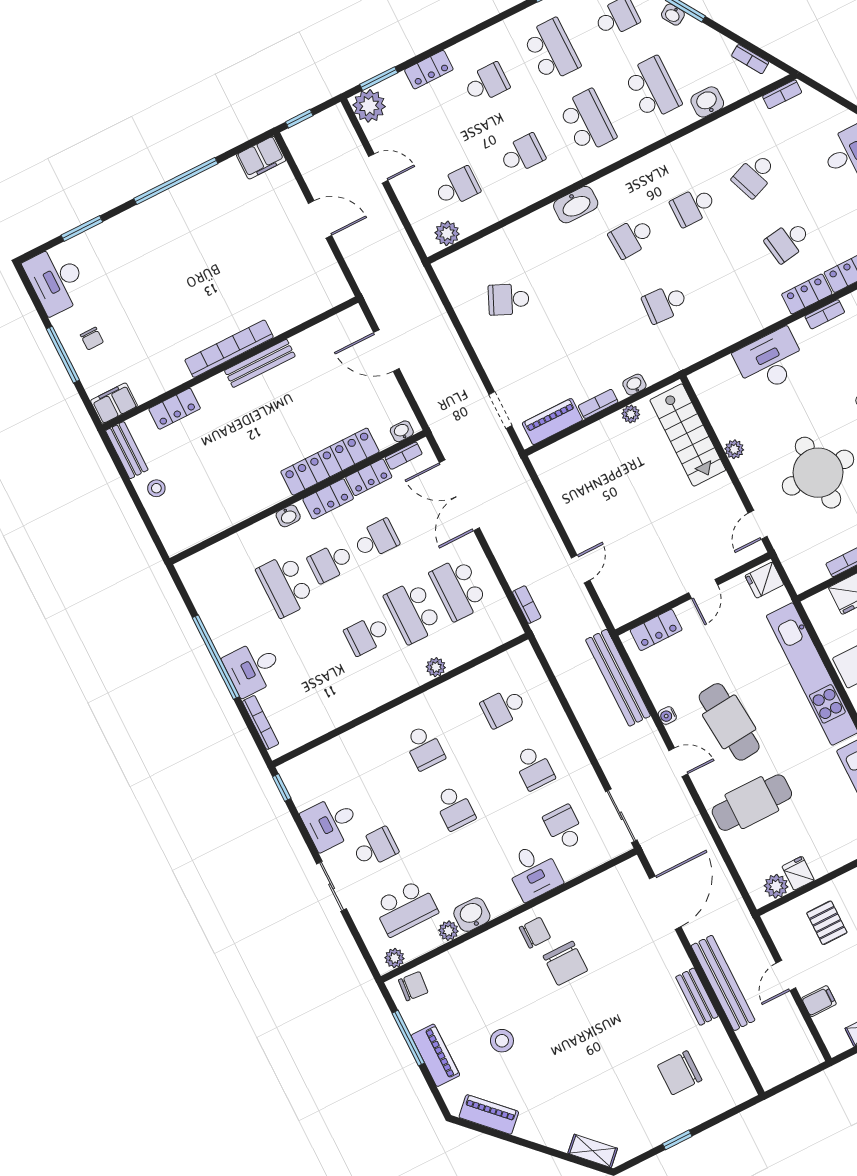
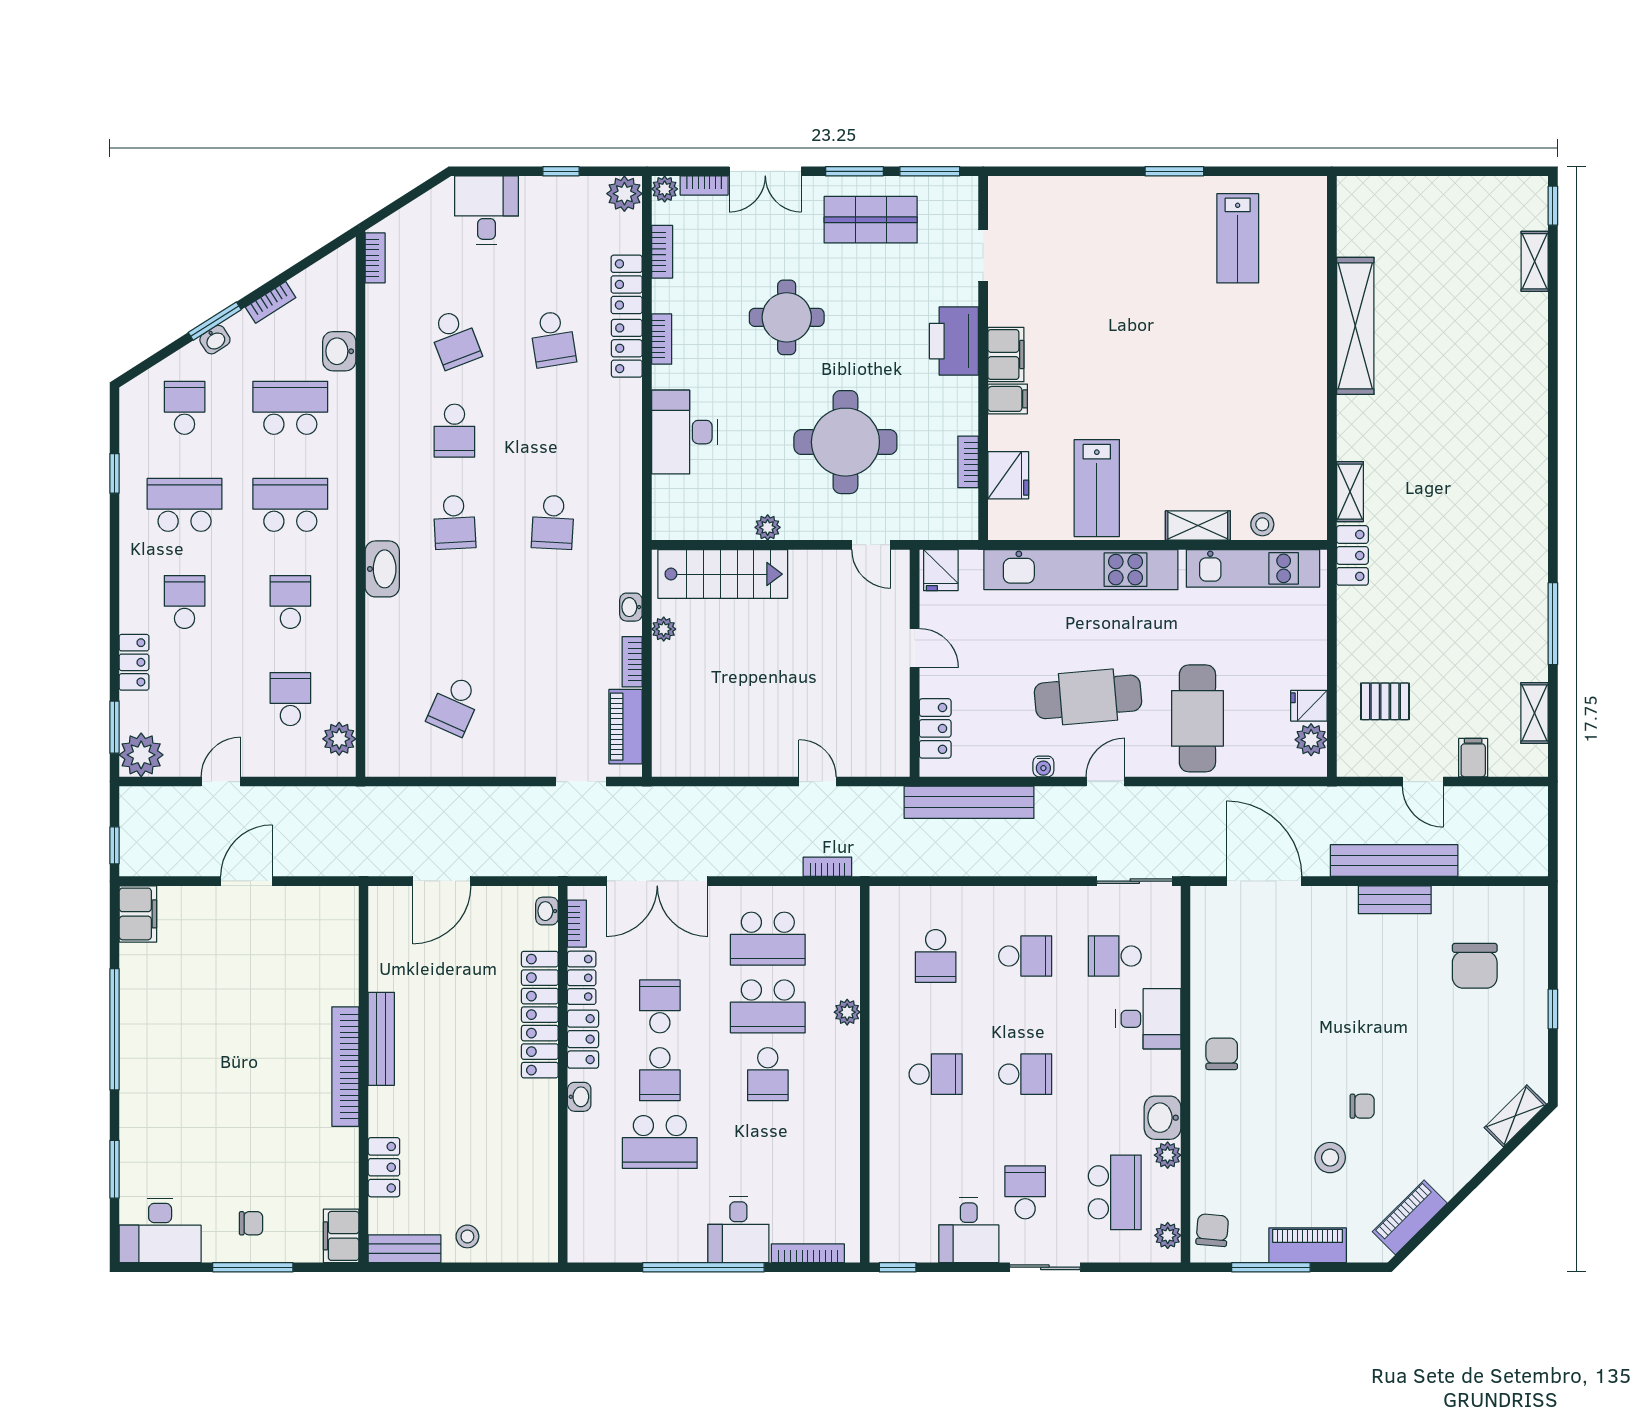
bookcase: (750, 59) -> (271, 302), moved
chair: (565, 963) -> (1362, 1106), moved, width x0.54, depth x0.54

